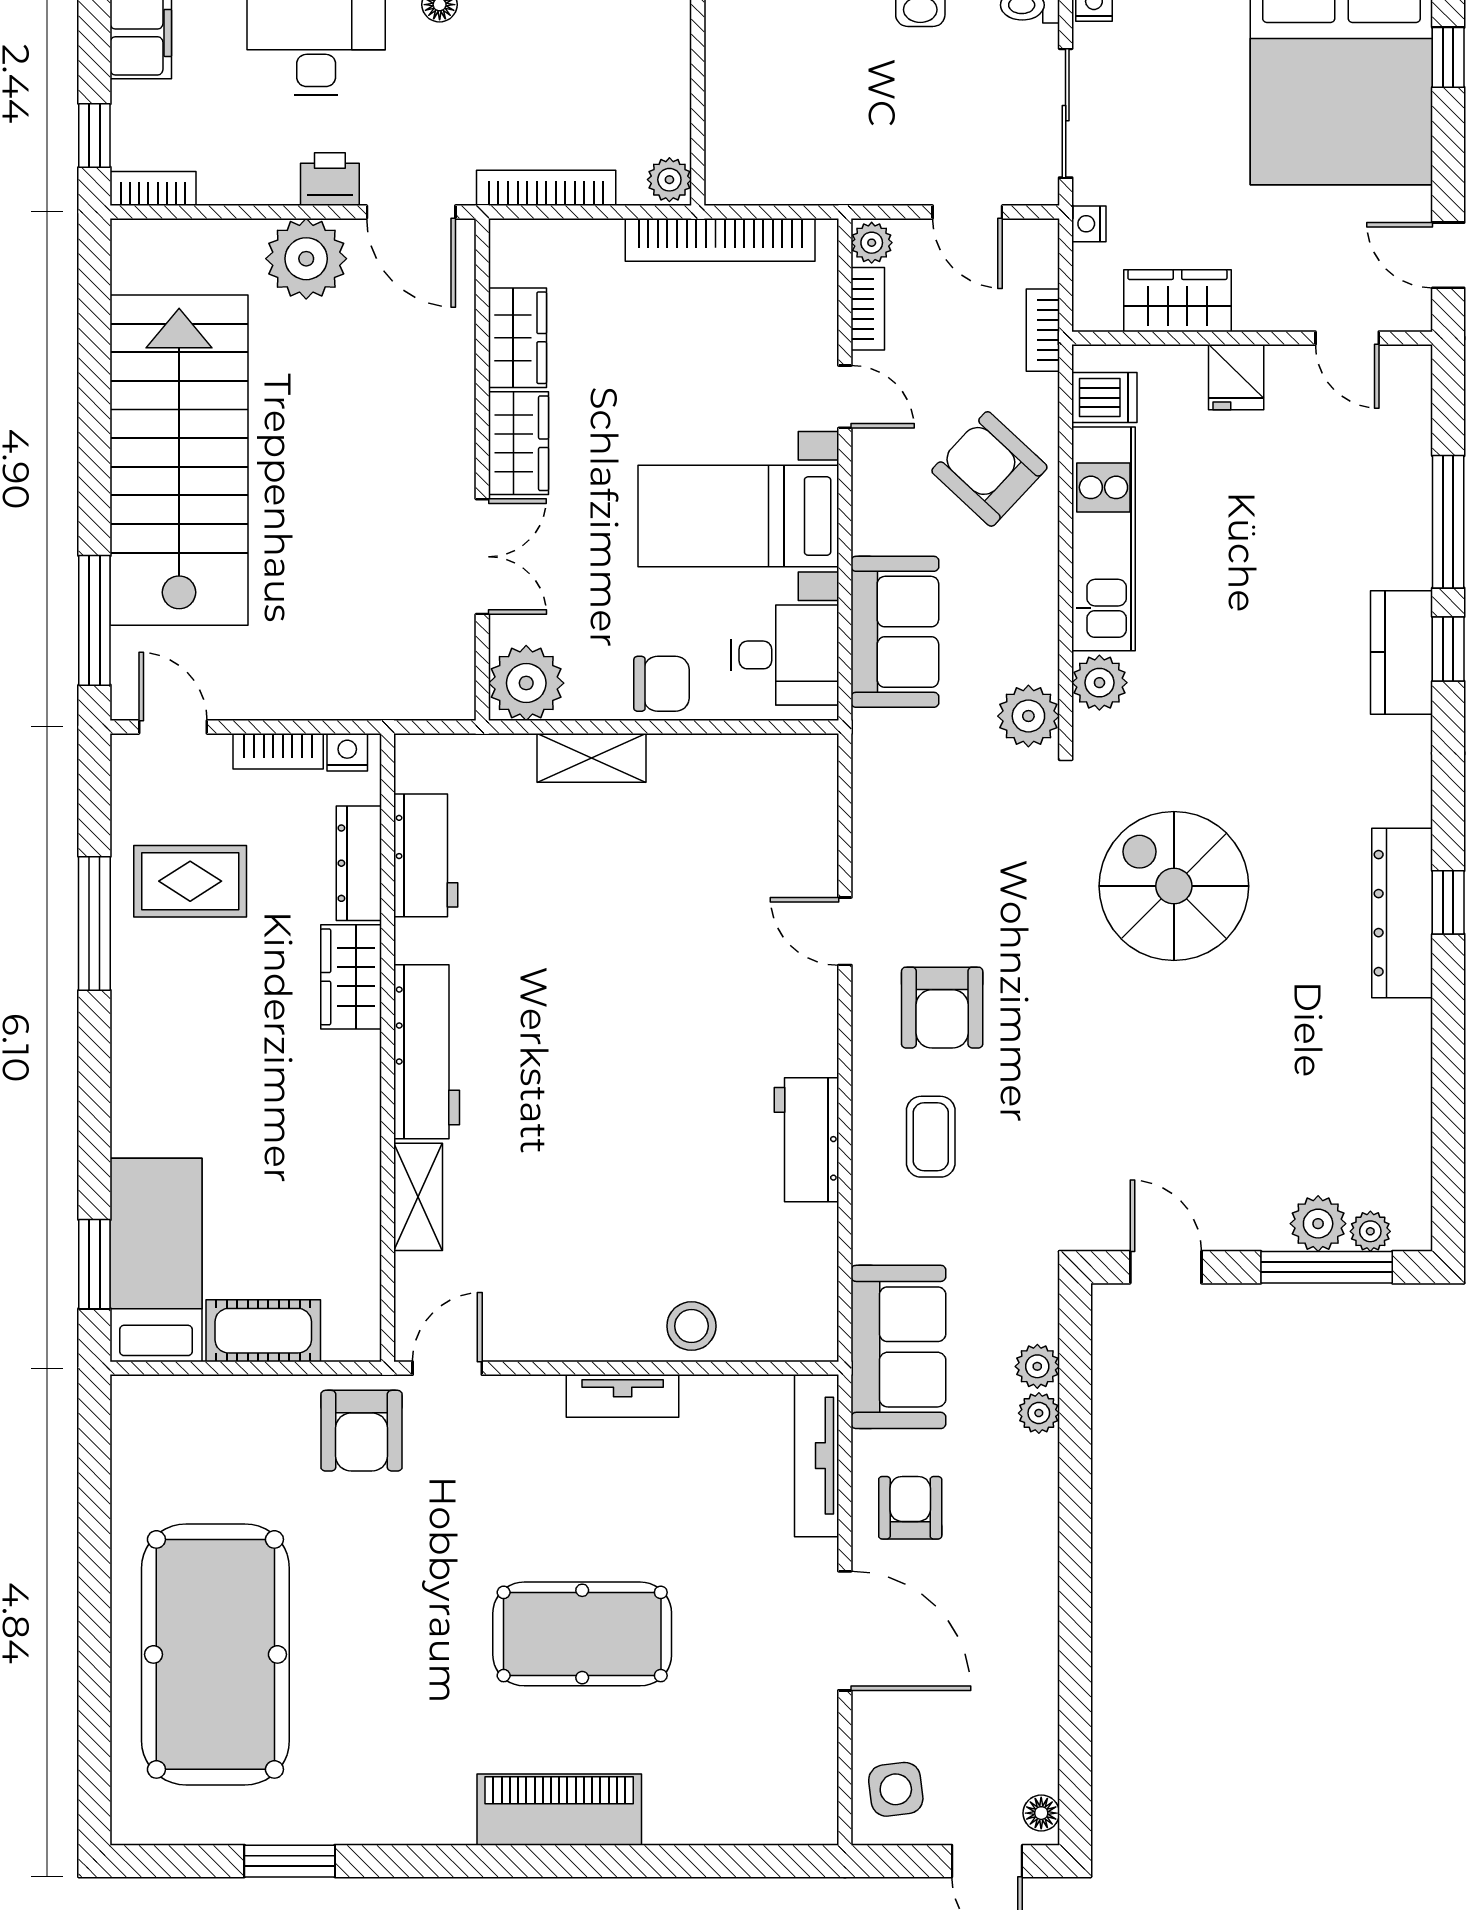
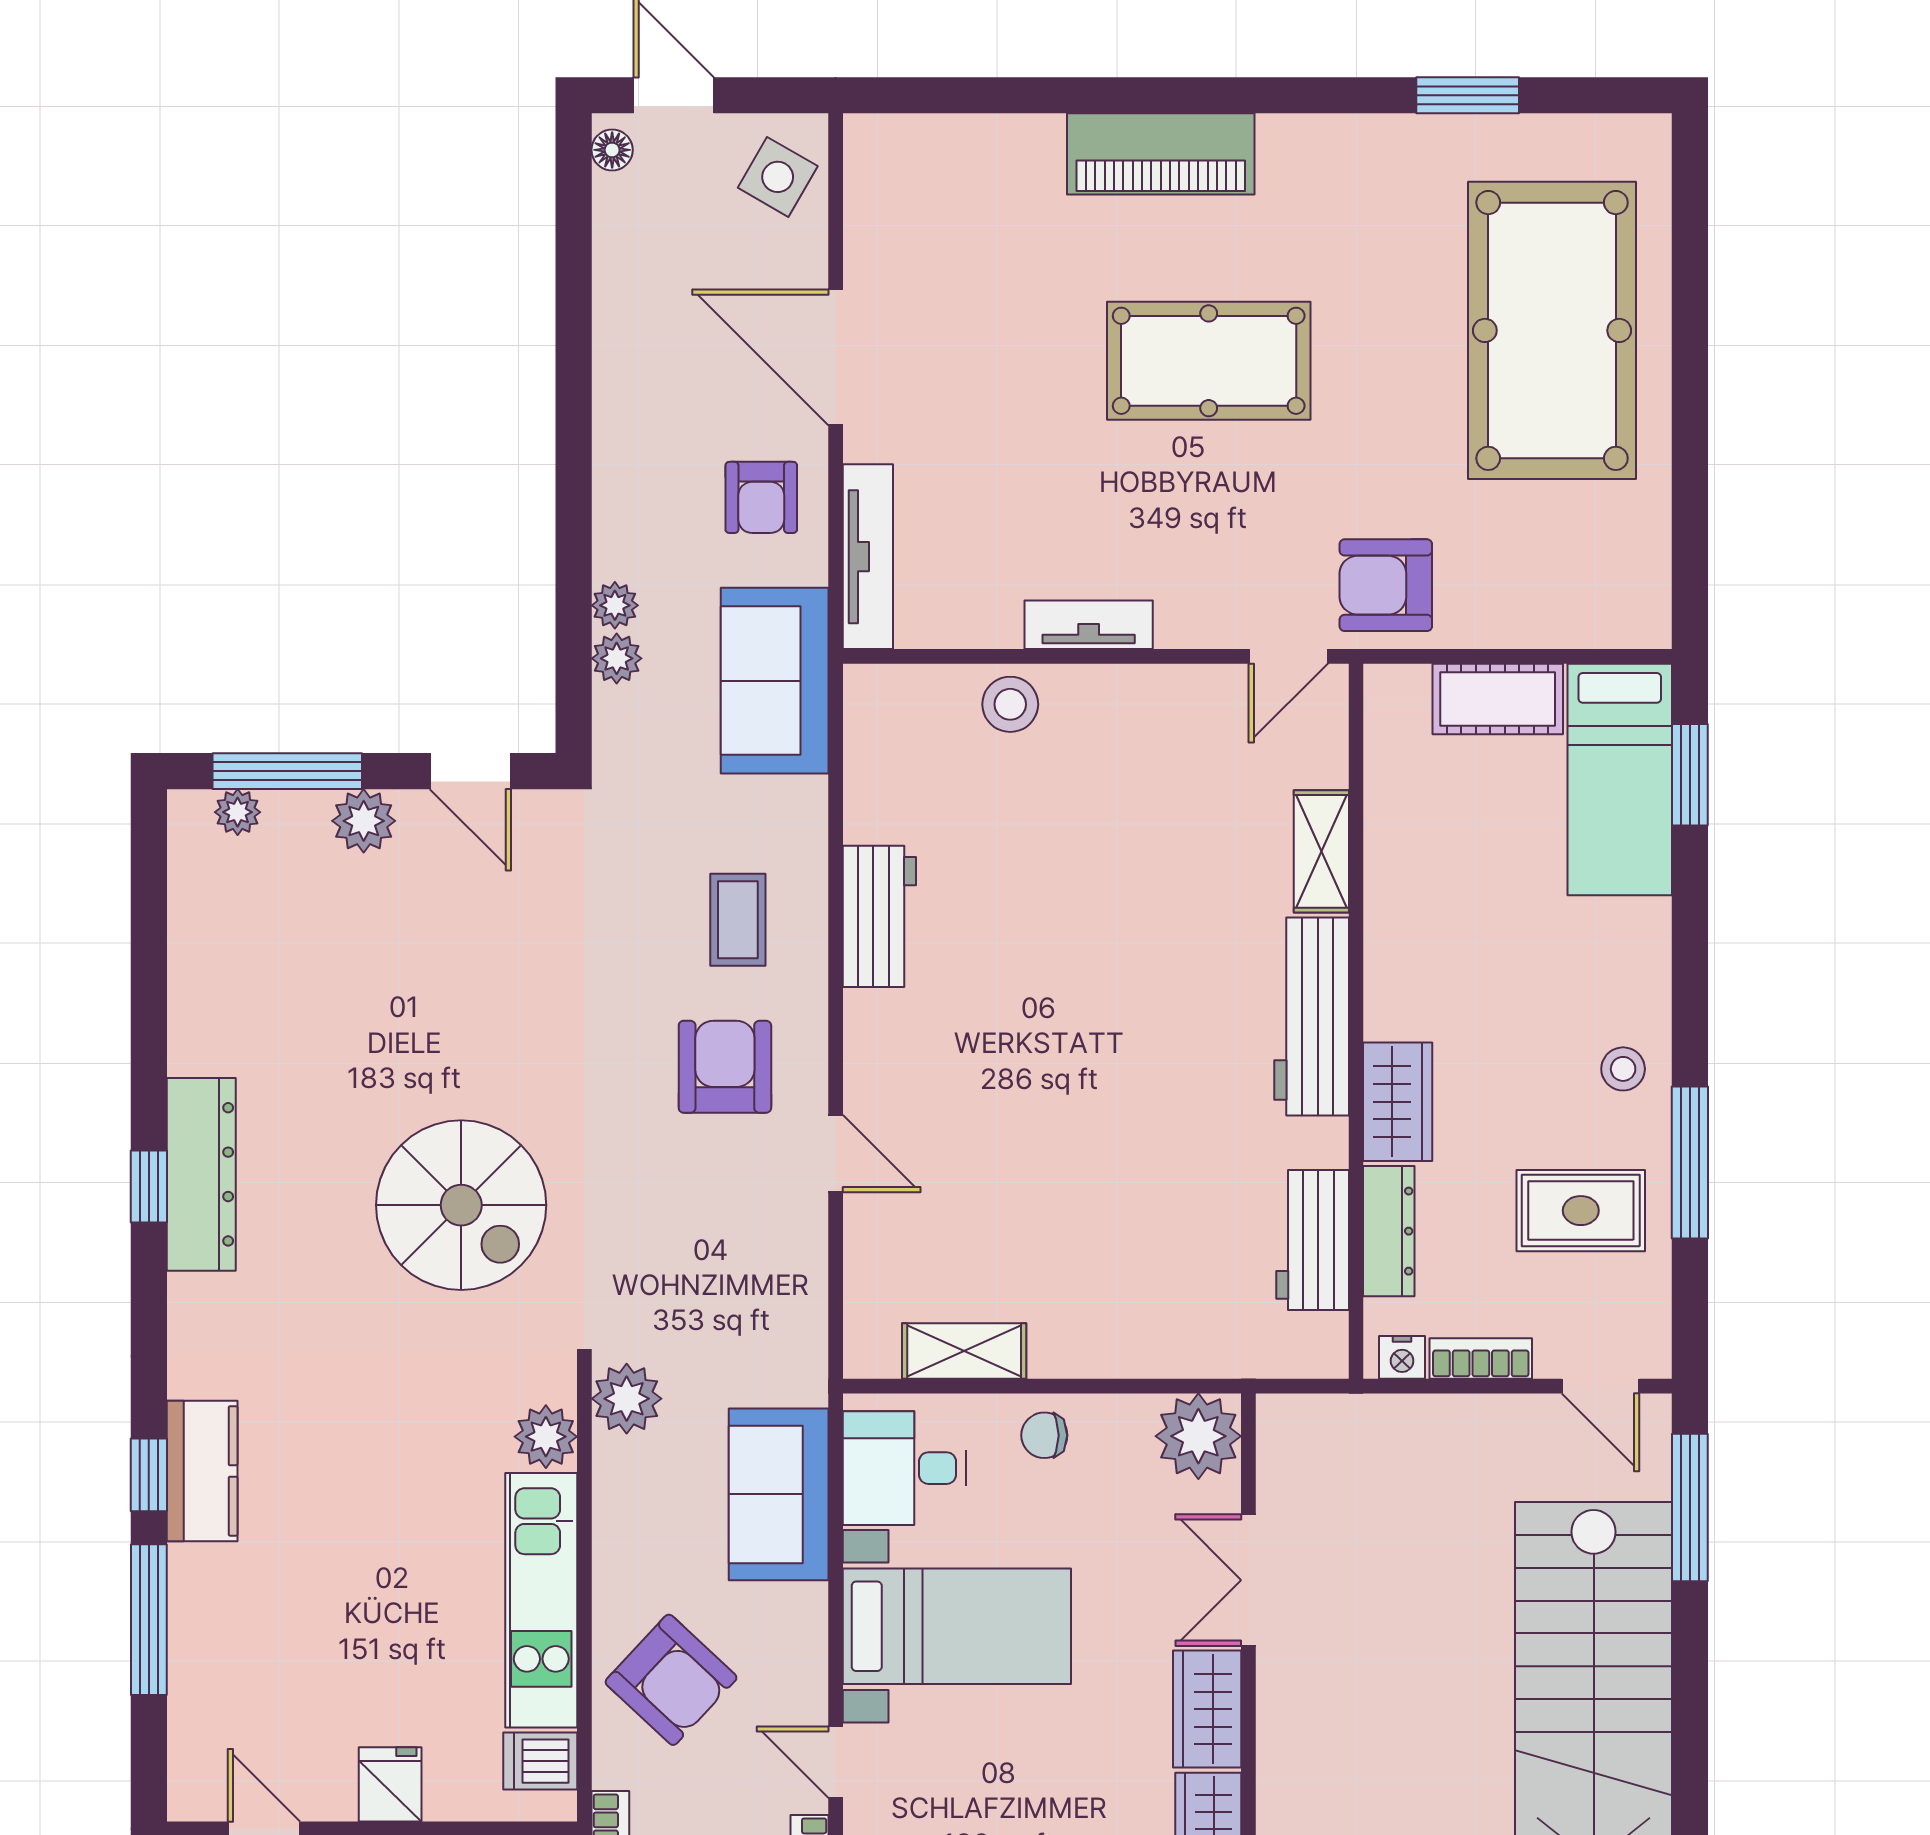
chair: (662, 684) -> (1044, 1435), width x0.73, depth x0.73
shelving: (591, 758) -> (964, 1351), moved
stool: (153, 1006) -> (1623, 1069), added
plant: (1318, 1224) -> (364, 821), moved
armchair: (362, 1431) -> (1386, 585), turned -90
pool table: (582, 1634) -> (1209, 361), moved
side table: (896, 1789) -> (778, 177), turned 37

